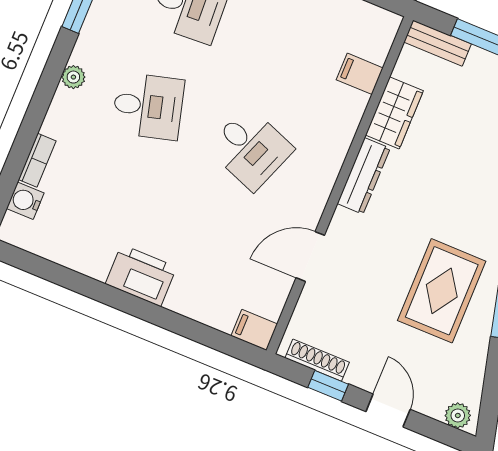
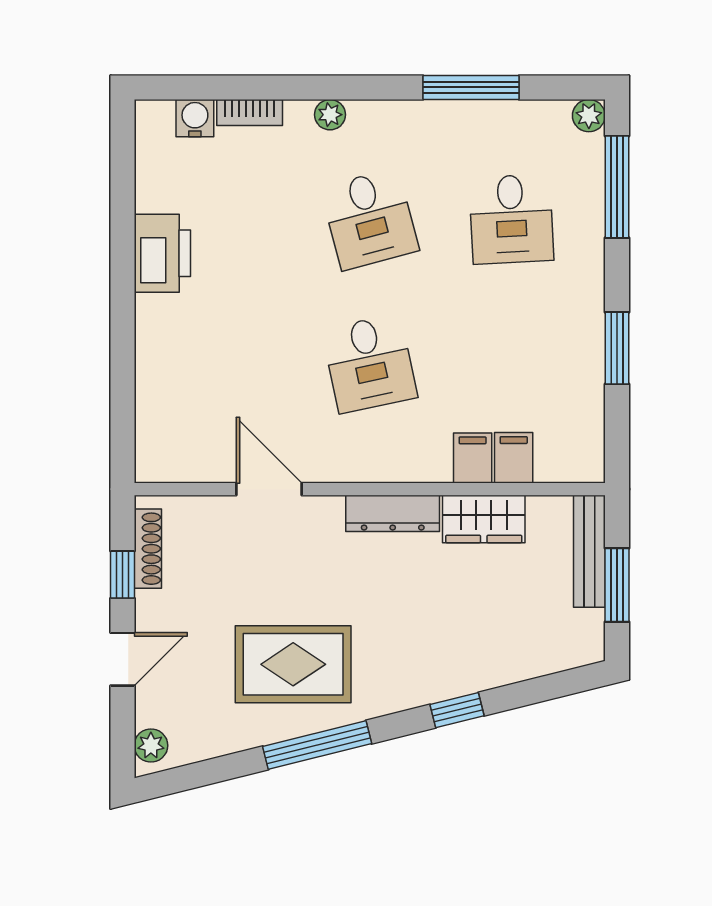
bench: (437, 43) -> (589, 551), width x1.36
plant: (73, 77) -> (330, 115), moved
desk: (251, 148) -> (370, 363), turned -33
printer: (141, 275) -> (162, 253), moved
filing cabinet: (254, 330) -> (473, 458), moved

